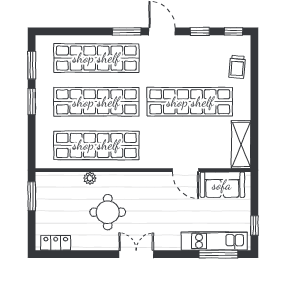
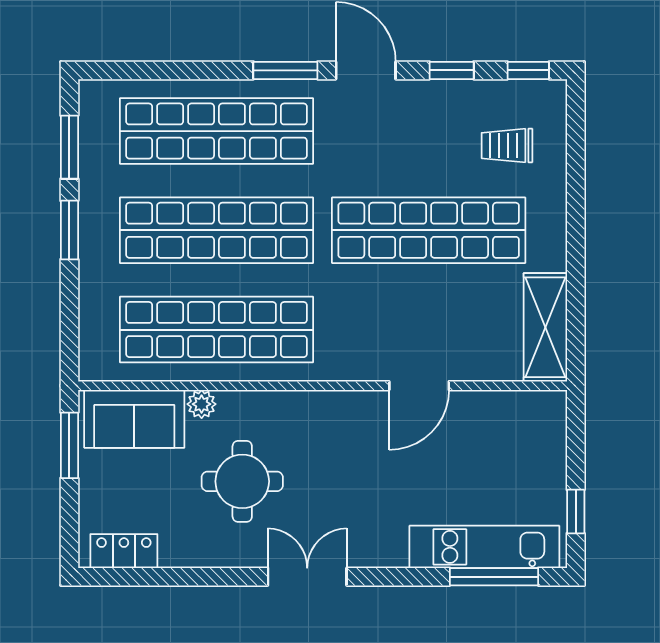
trolley: (237, 67) -> (507, 146), moved, turned 85
door: (186, 170) -> (419, 386), hinge flipped
sofa: (222, 185) -> (134, 419), moved

